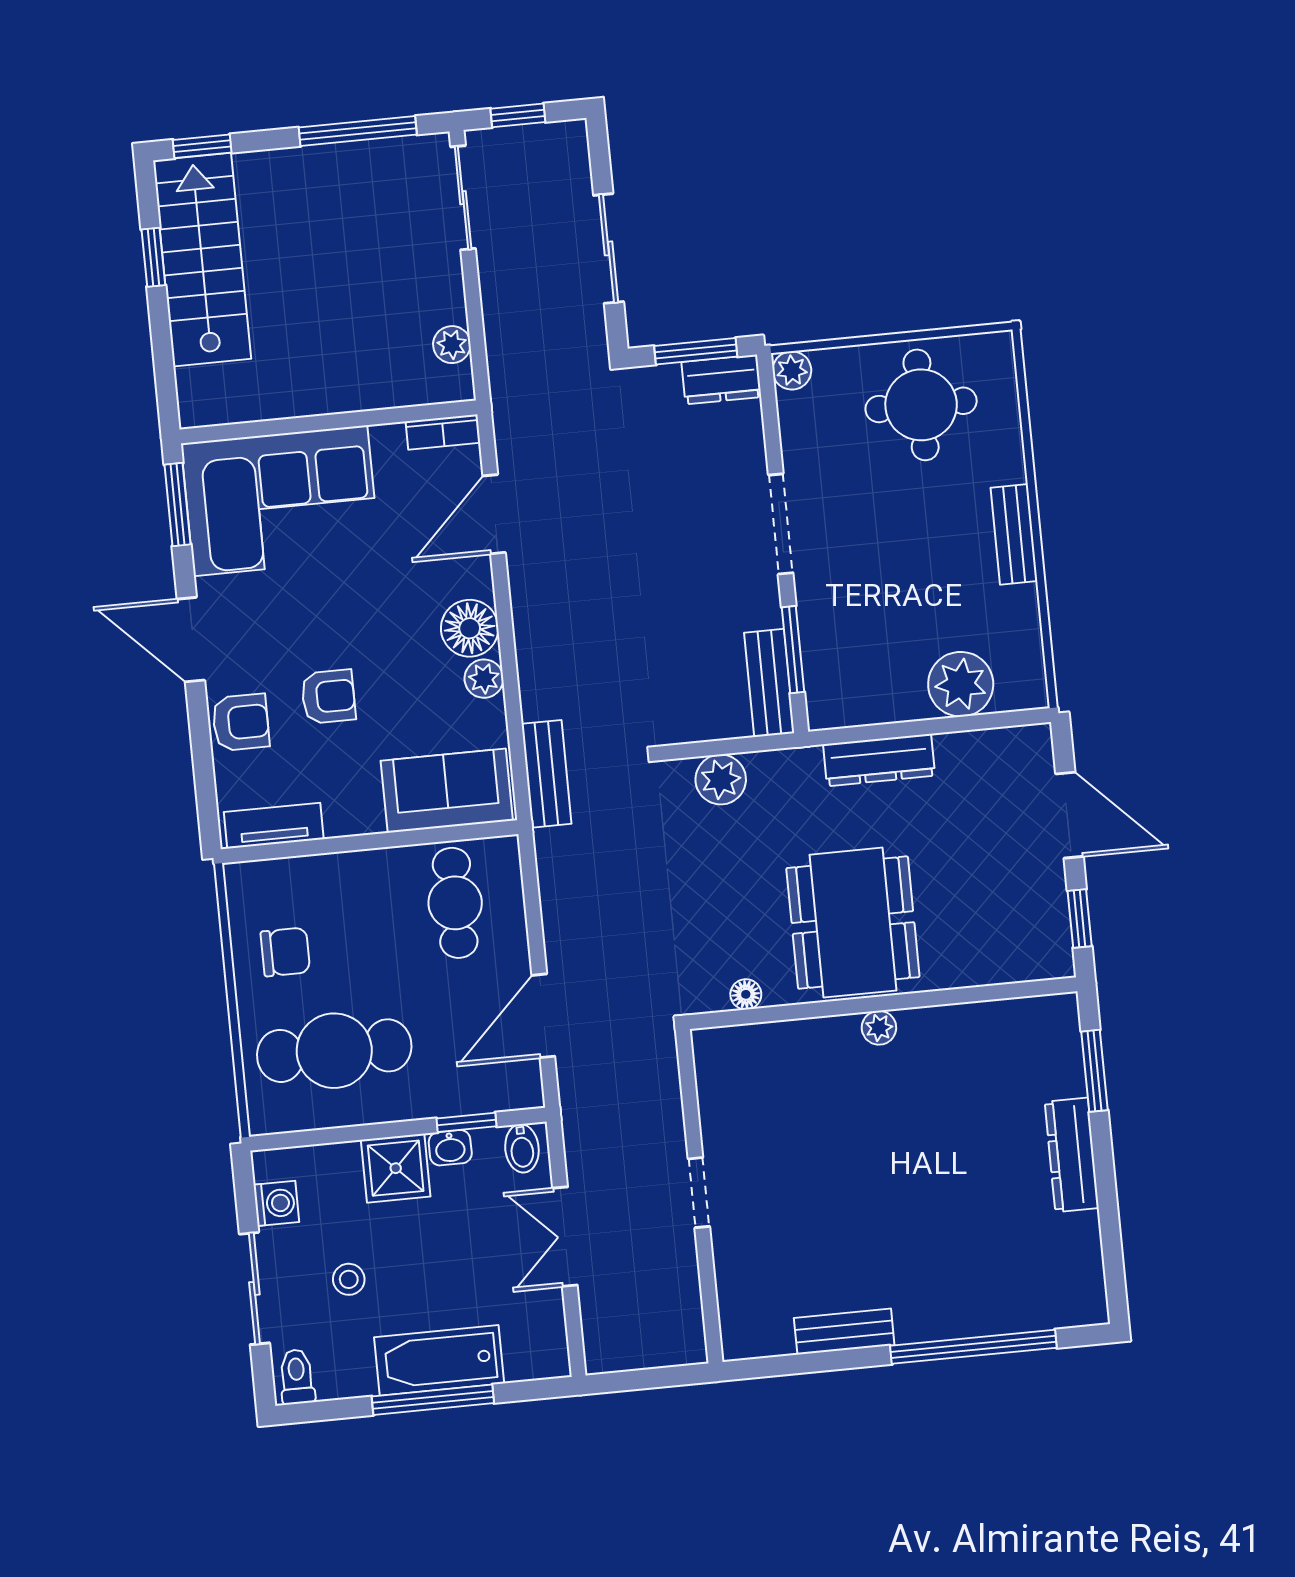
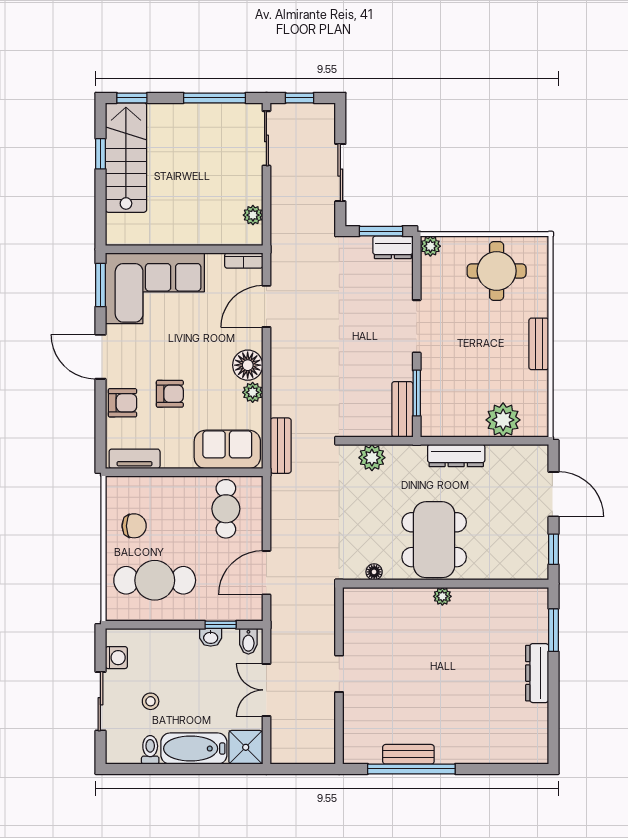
shower: (396, 1168) -> (246, 747), moved
window: (973, 1347) -> (411, 769), moved
toilet: (297, 1377) -> (150, 750), moved
window: (433, 1400) -> (189, 769), removed

